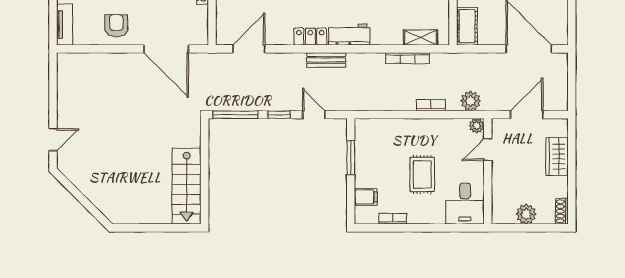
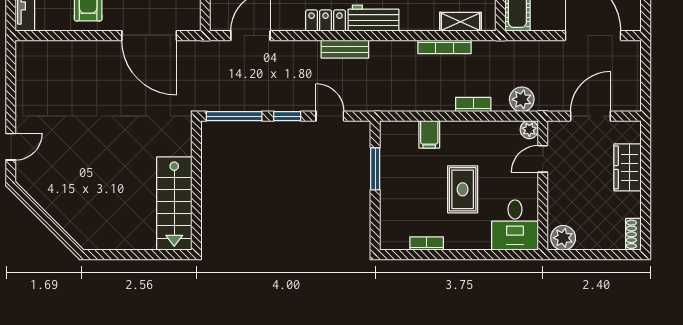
filing cabinet: (366, 197) -> (429, 134), moved, turned 90
plant: (526, 214) -> (563, 238), moved

